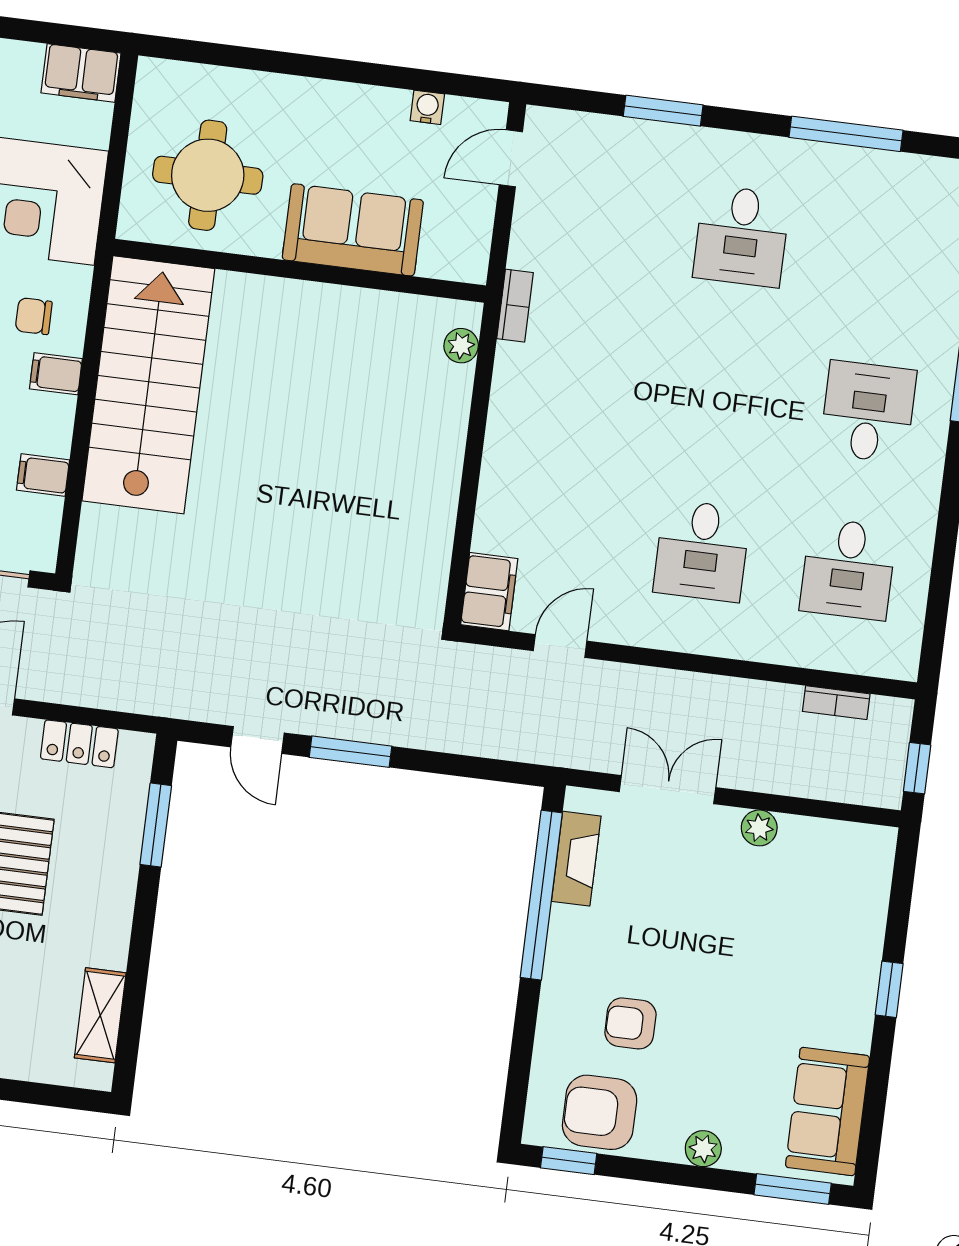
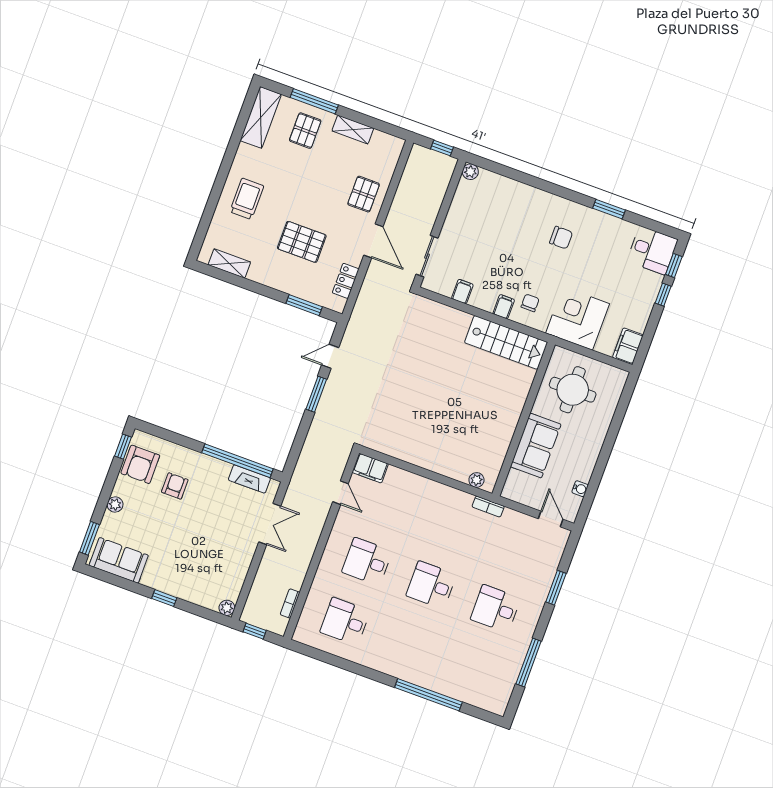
stairs: (148, 385) -> (506, 342), width x0.73, depth x0.66
desk: (868, 412) -> (431, 585), moved, turned 180
plant: (759, 828) -> (227, 608), moved
armchair: (600, 1112) -> (140, 464), turned 180

